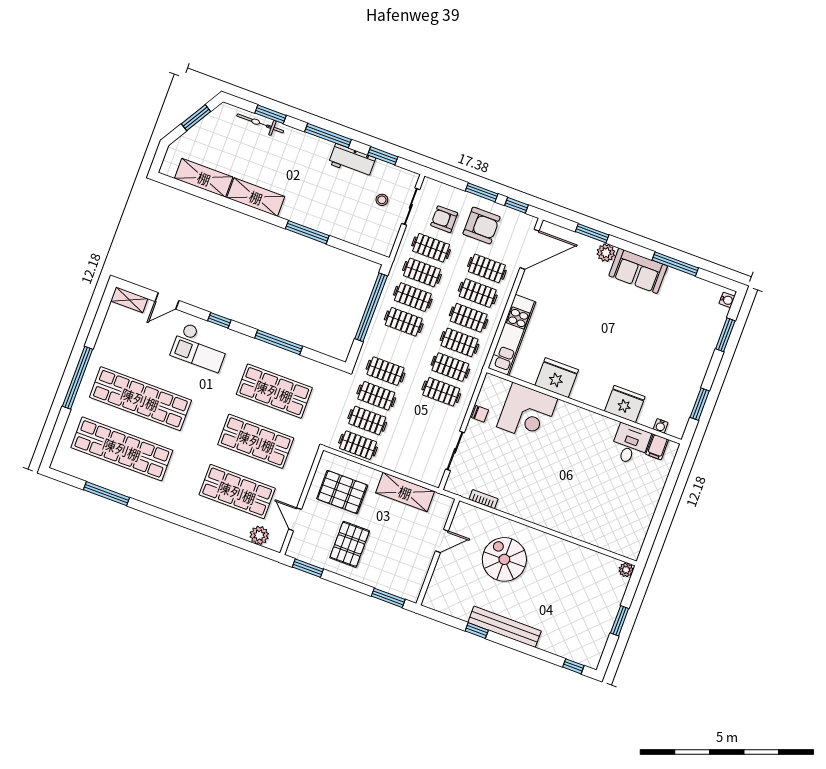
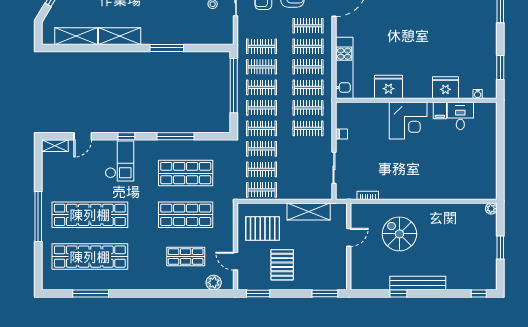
clothes rail: (431, 248) -> (262, 108), moved
checkout: (200, 347) -> (120, 161), turned -90
corner desk: (527, 413) -> (408, 120), moved
filing cabinet: (657, 447) -> (440, 110), moved
shop shelf: (237, 492) -> (186, 257), width x0.70, depth x0.74

